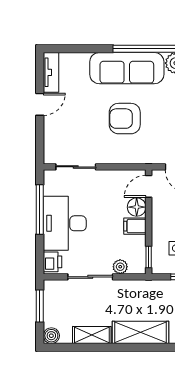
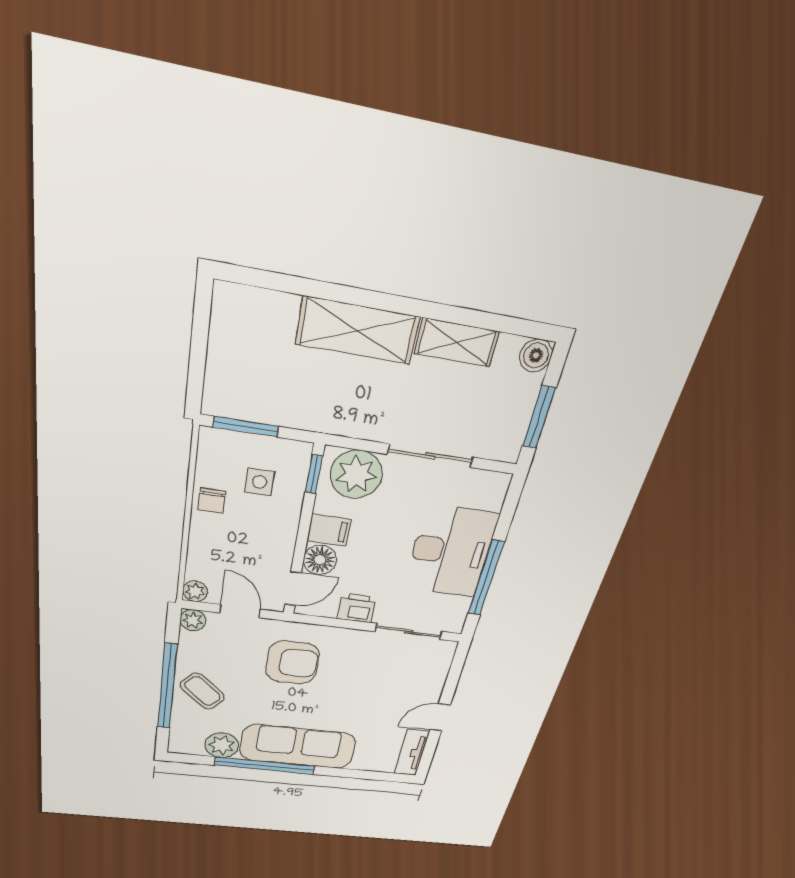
armchair: (125, 119) -> (292, 662), moved
printer: (52, 262) -> (357, 608), moved, turned 90
plant: (120, 267) -> (356, 474), width x1.87, depth x1.87

